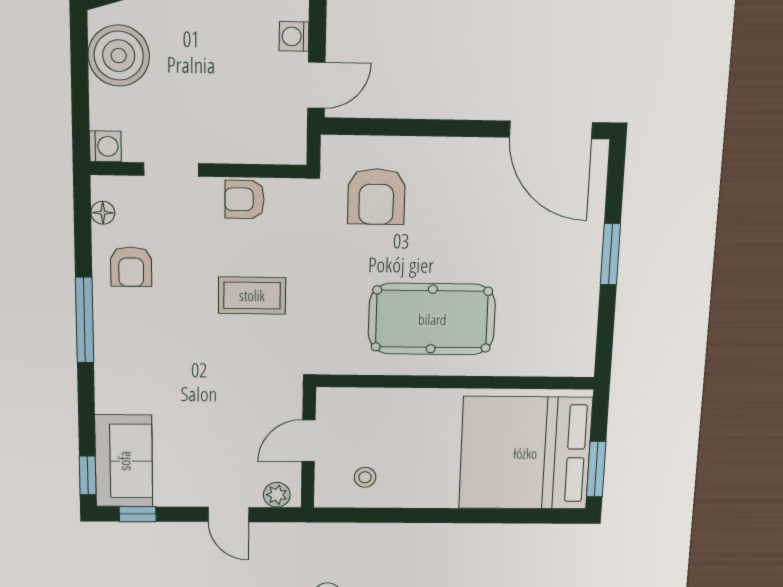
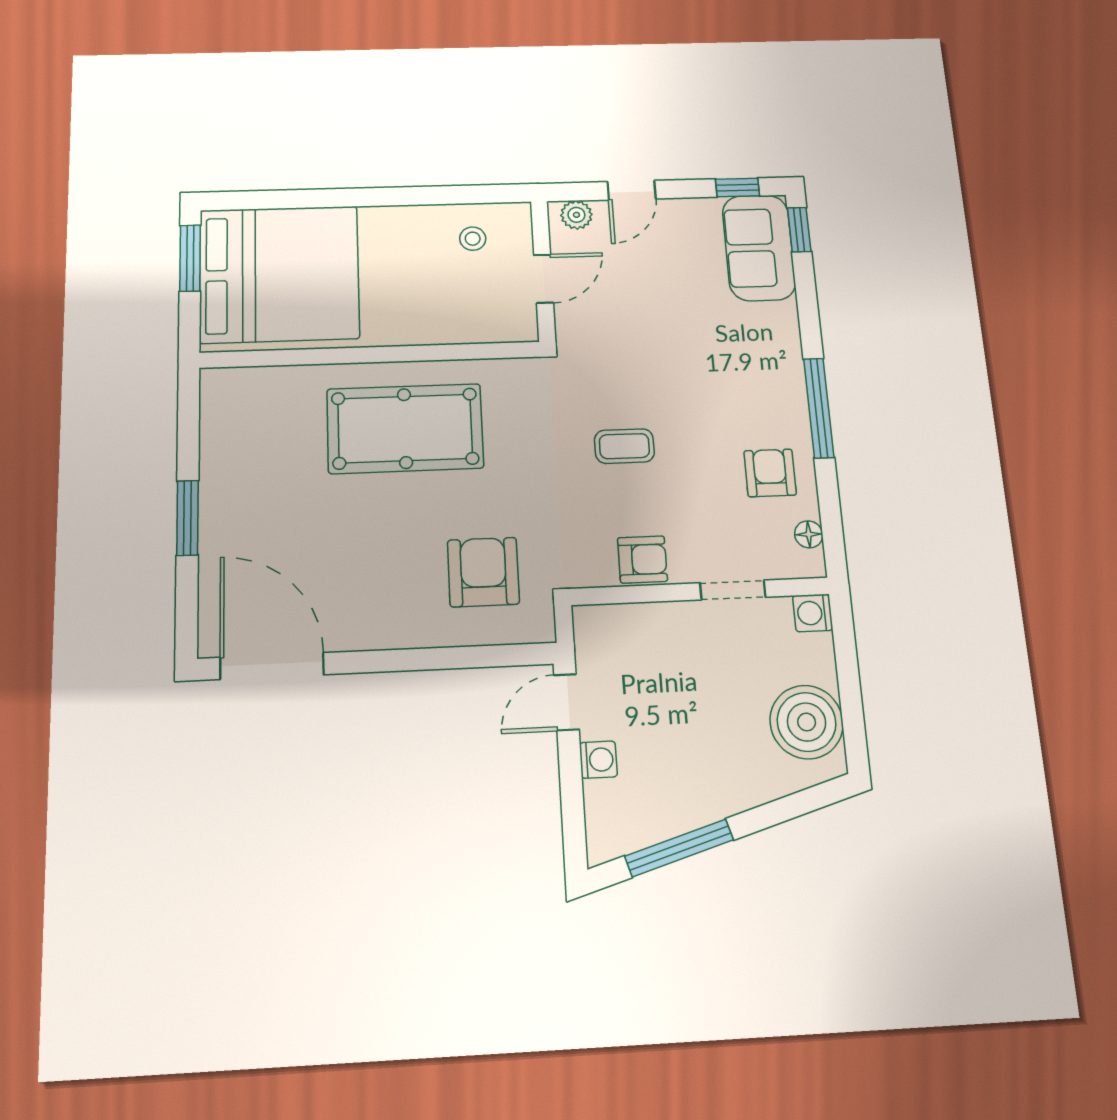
coffee table: (252, 295) -> (624, 446), width x0.73, depth x0.77
door: (229, 515) -> (632, 190), swing flipped

